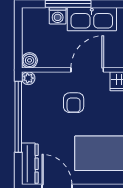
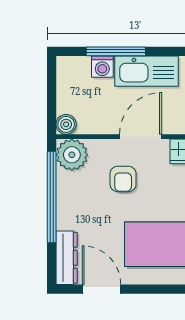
plant: (28, 78) -> (72, 155), width x1.88, depth x1.88

